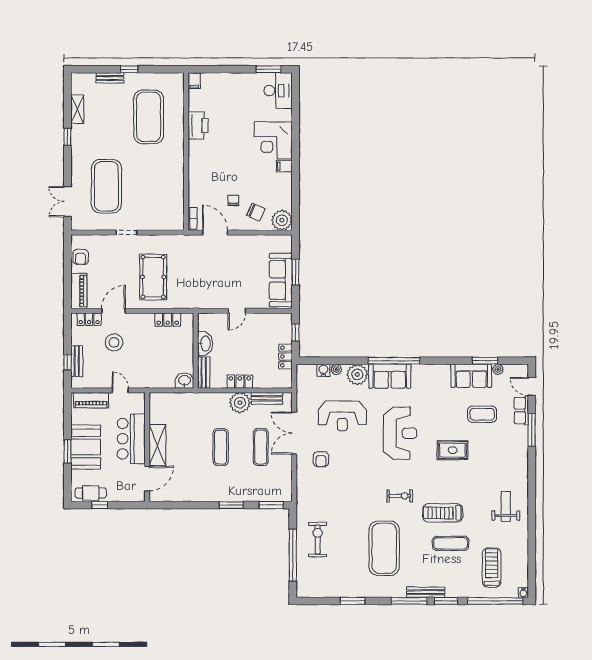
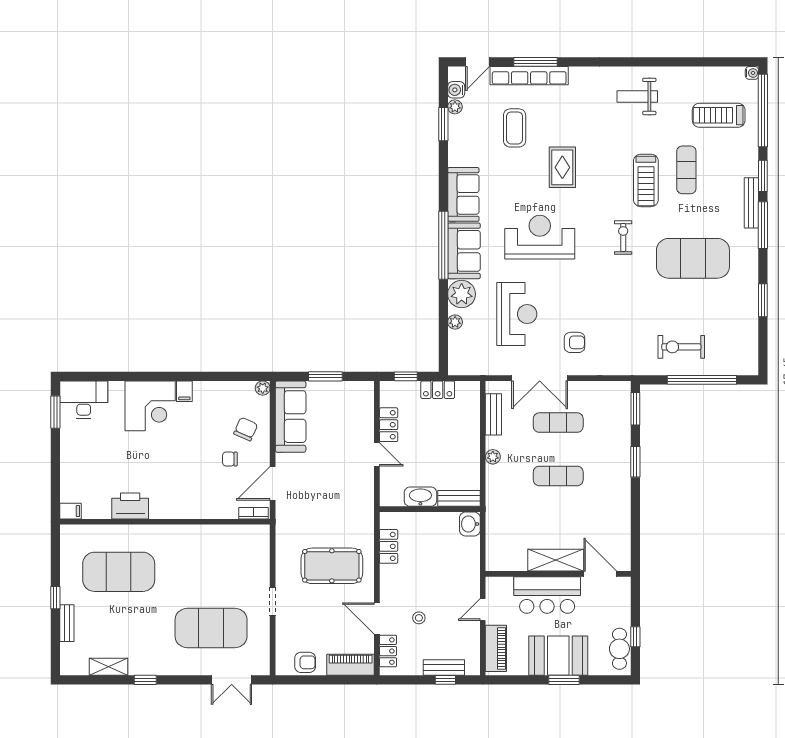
plant: (282, 220) -> (263, 388), width x0.53, depth x0.53
sofa: (281, 280) -> (291, 417), moved, turned -90
stool: (114, 342) -> (419, 618), width x0.53, depth x0.53
water cooler: (323, 370) -> (456, 90), moved
sofa: (471, 376) -> (463, 194), moved
locker: (240, 382) -> (389, 425), moved, turned 180
plant: (240, 403) -> (493, 457), width x0.53, depth x0.53
row of seats: (521, 410) -> (529, 76), width x2.02

